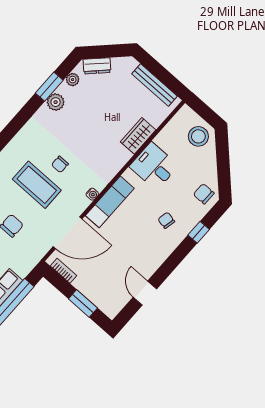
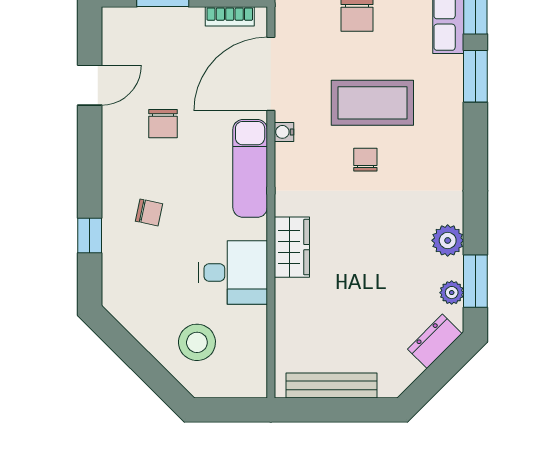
window: (49, 87) -> (475, 281), moved
wardrobe: (138, 136) -> (292, 247), moved
stool: (198, 136) -> (197, 342), moved
water cooler: (92, 194) -> (284, 132), moved
chair: (204, 194) -> (163, 124), moved, turned 90
door: (145, 293) -> (90, 85), hinge flipped

